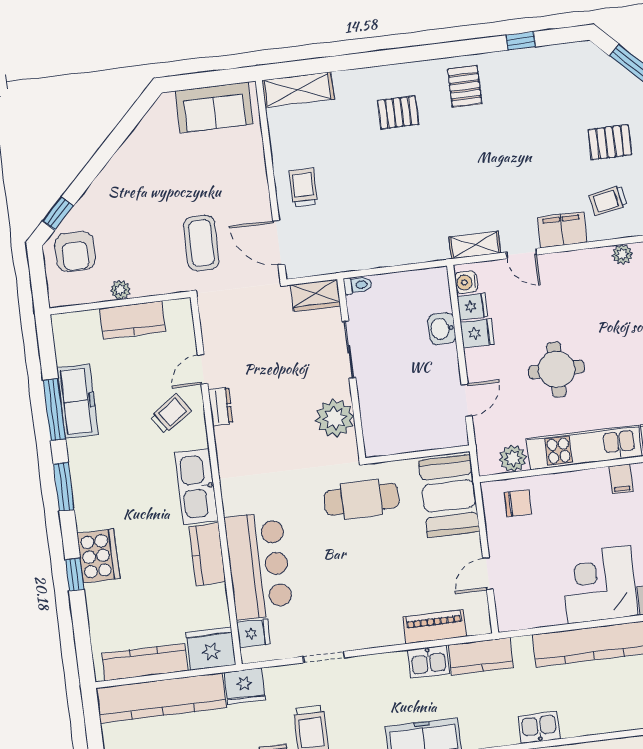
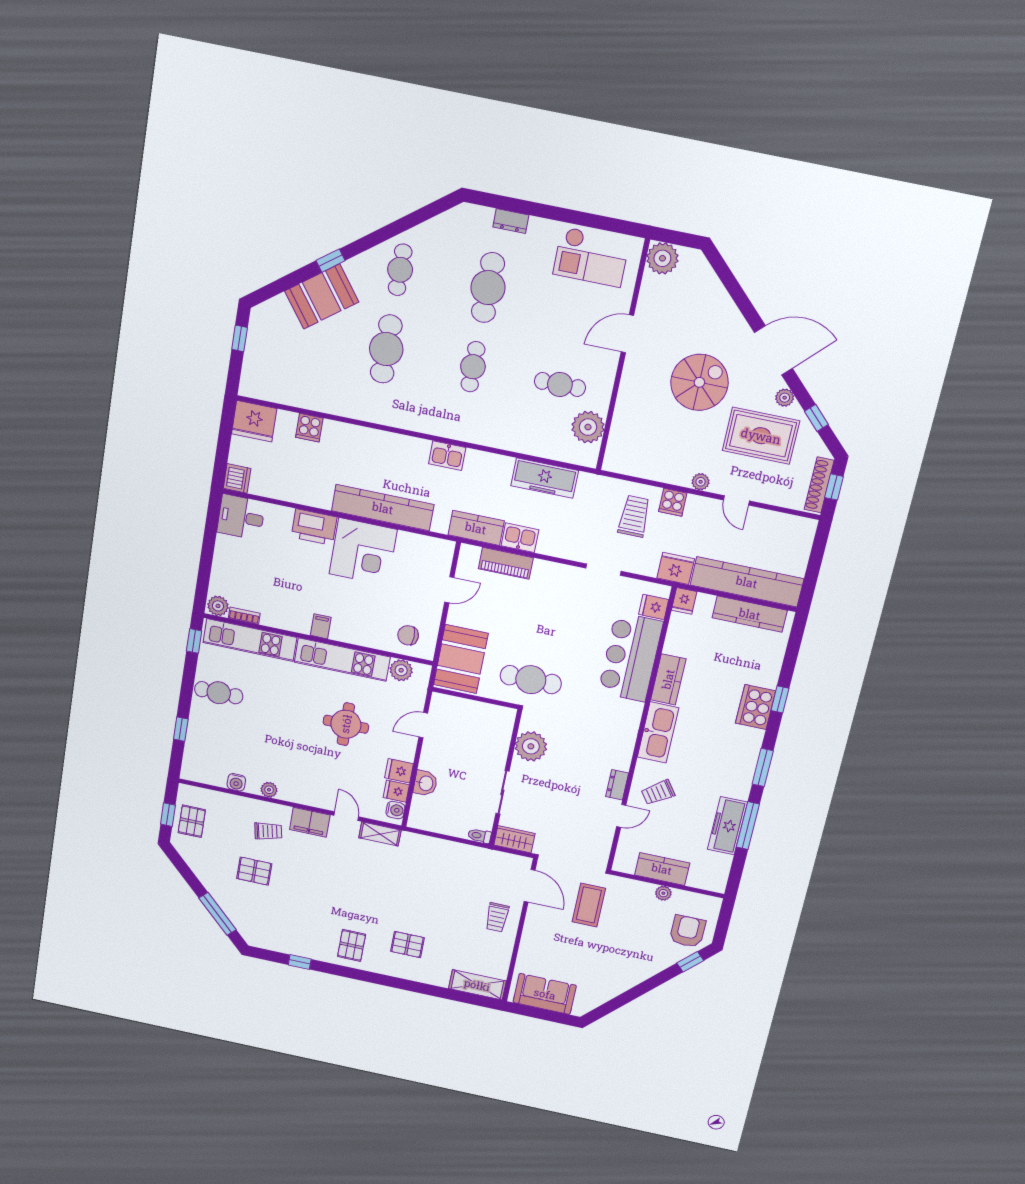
fridge: (211, 649) -> (684, 601), width x0.53, depth x0.75

